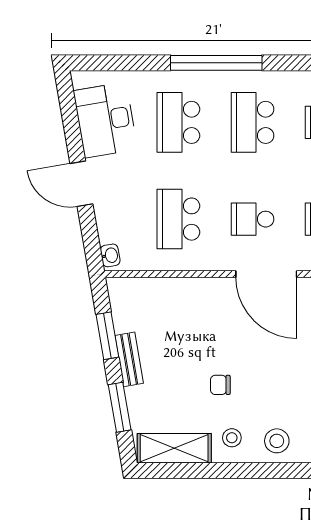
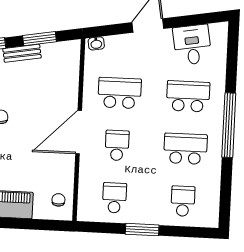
desk: (105, 120) -> (192, 45), width x0.73
door: (266, 274) -> (79, 132), moved

